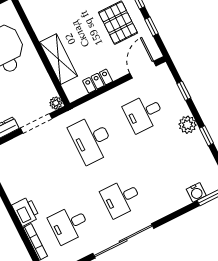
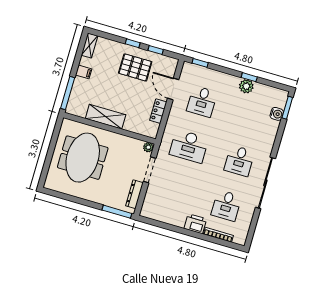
shelving: (58, 59) -> (106, 117), moved
door: (143, 70) -> (173, 89), moved
window: (184, 91) -> (200, 63), moved
plant: (187, 125) -> (246, 86), moved

